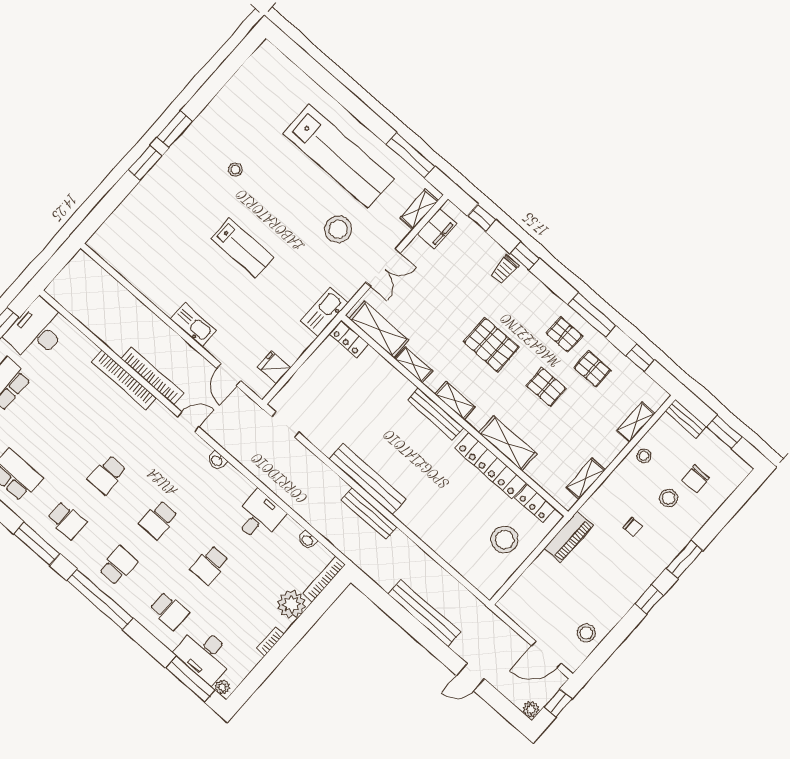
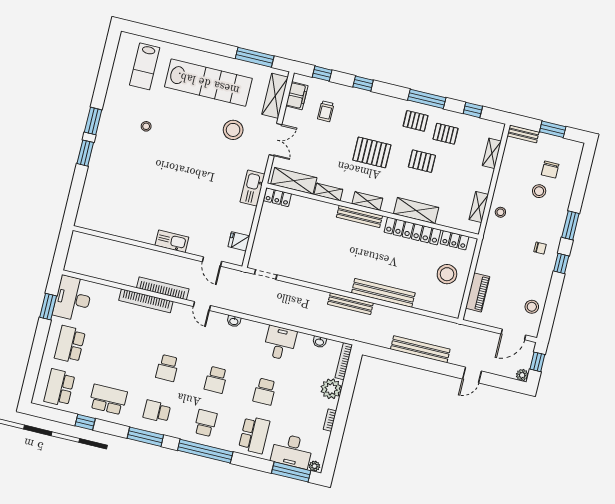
shelving: (419, 209) -> (275, 96), width x1.50, depth x1.33
lab bench: (243, 248) -> (145, 66), moved, turned 90
trolley: (504, 270) -> (326, 111), moved
door: (188, 422) -> (202, 306), swing flipped
stool: (644, 456) -> (500, 212), moved
bench: (367, 479) -> (383, 293), moved
school desk: (67, 520) -> (157, 411), turned 180
chair: (633, 527) -> (540, 248), moved
piano: (569, 537) -> (478, 292), moved
school desk: (169, 611) -> (254, 435), width x1.85

